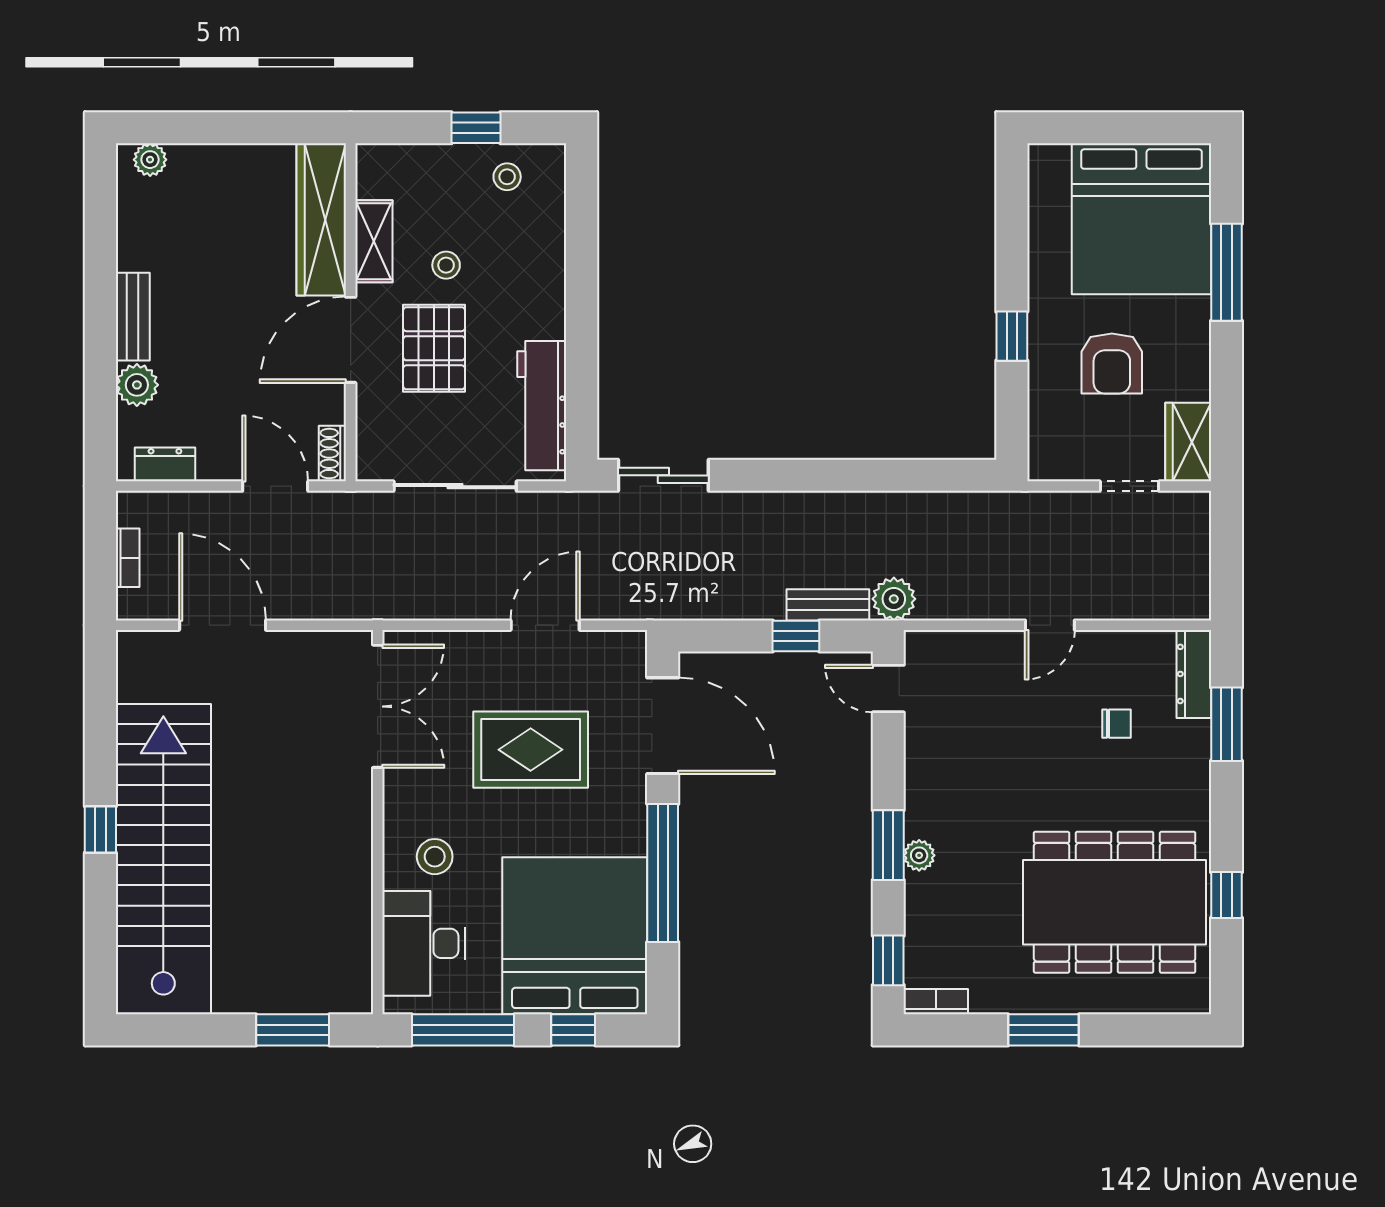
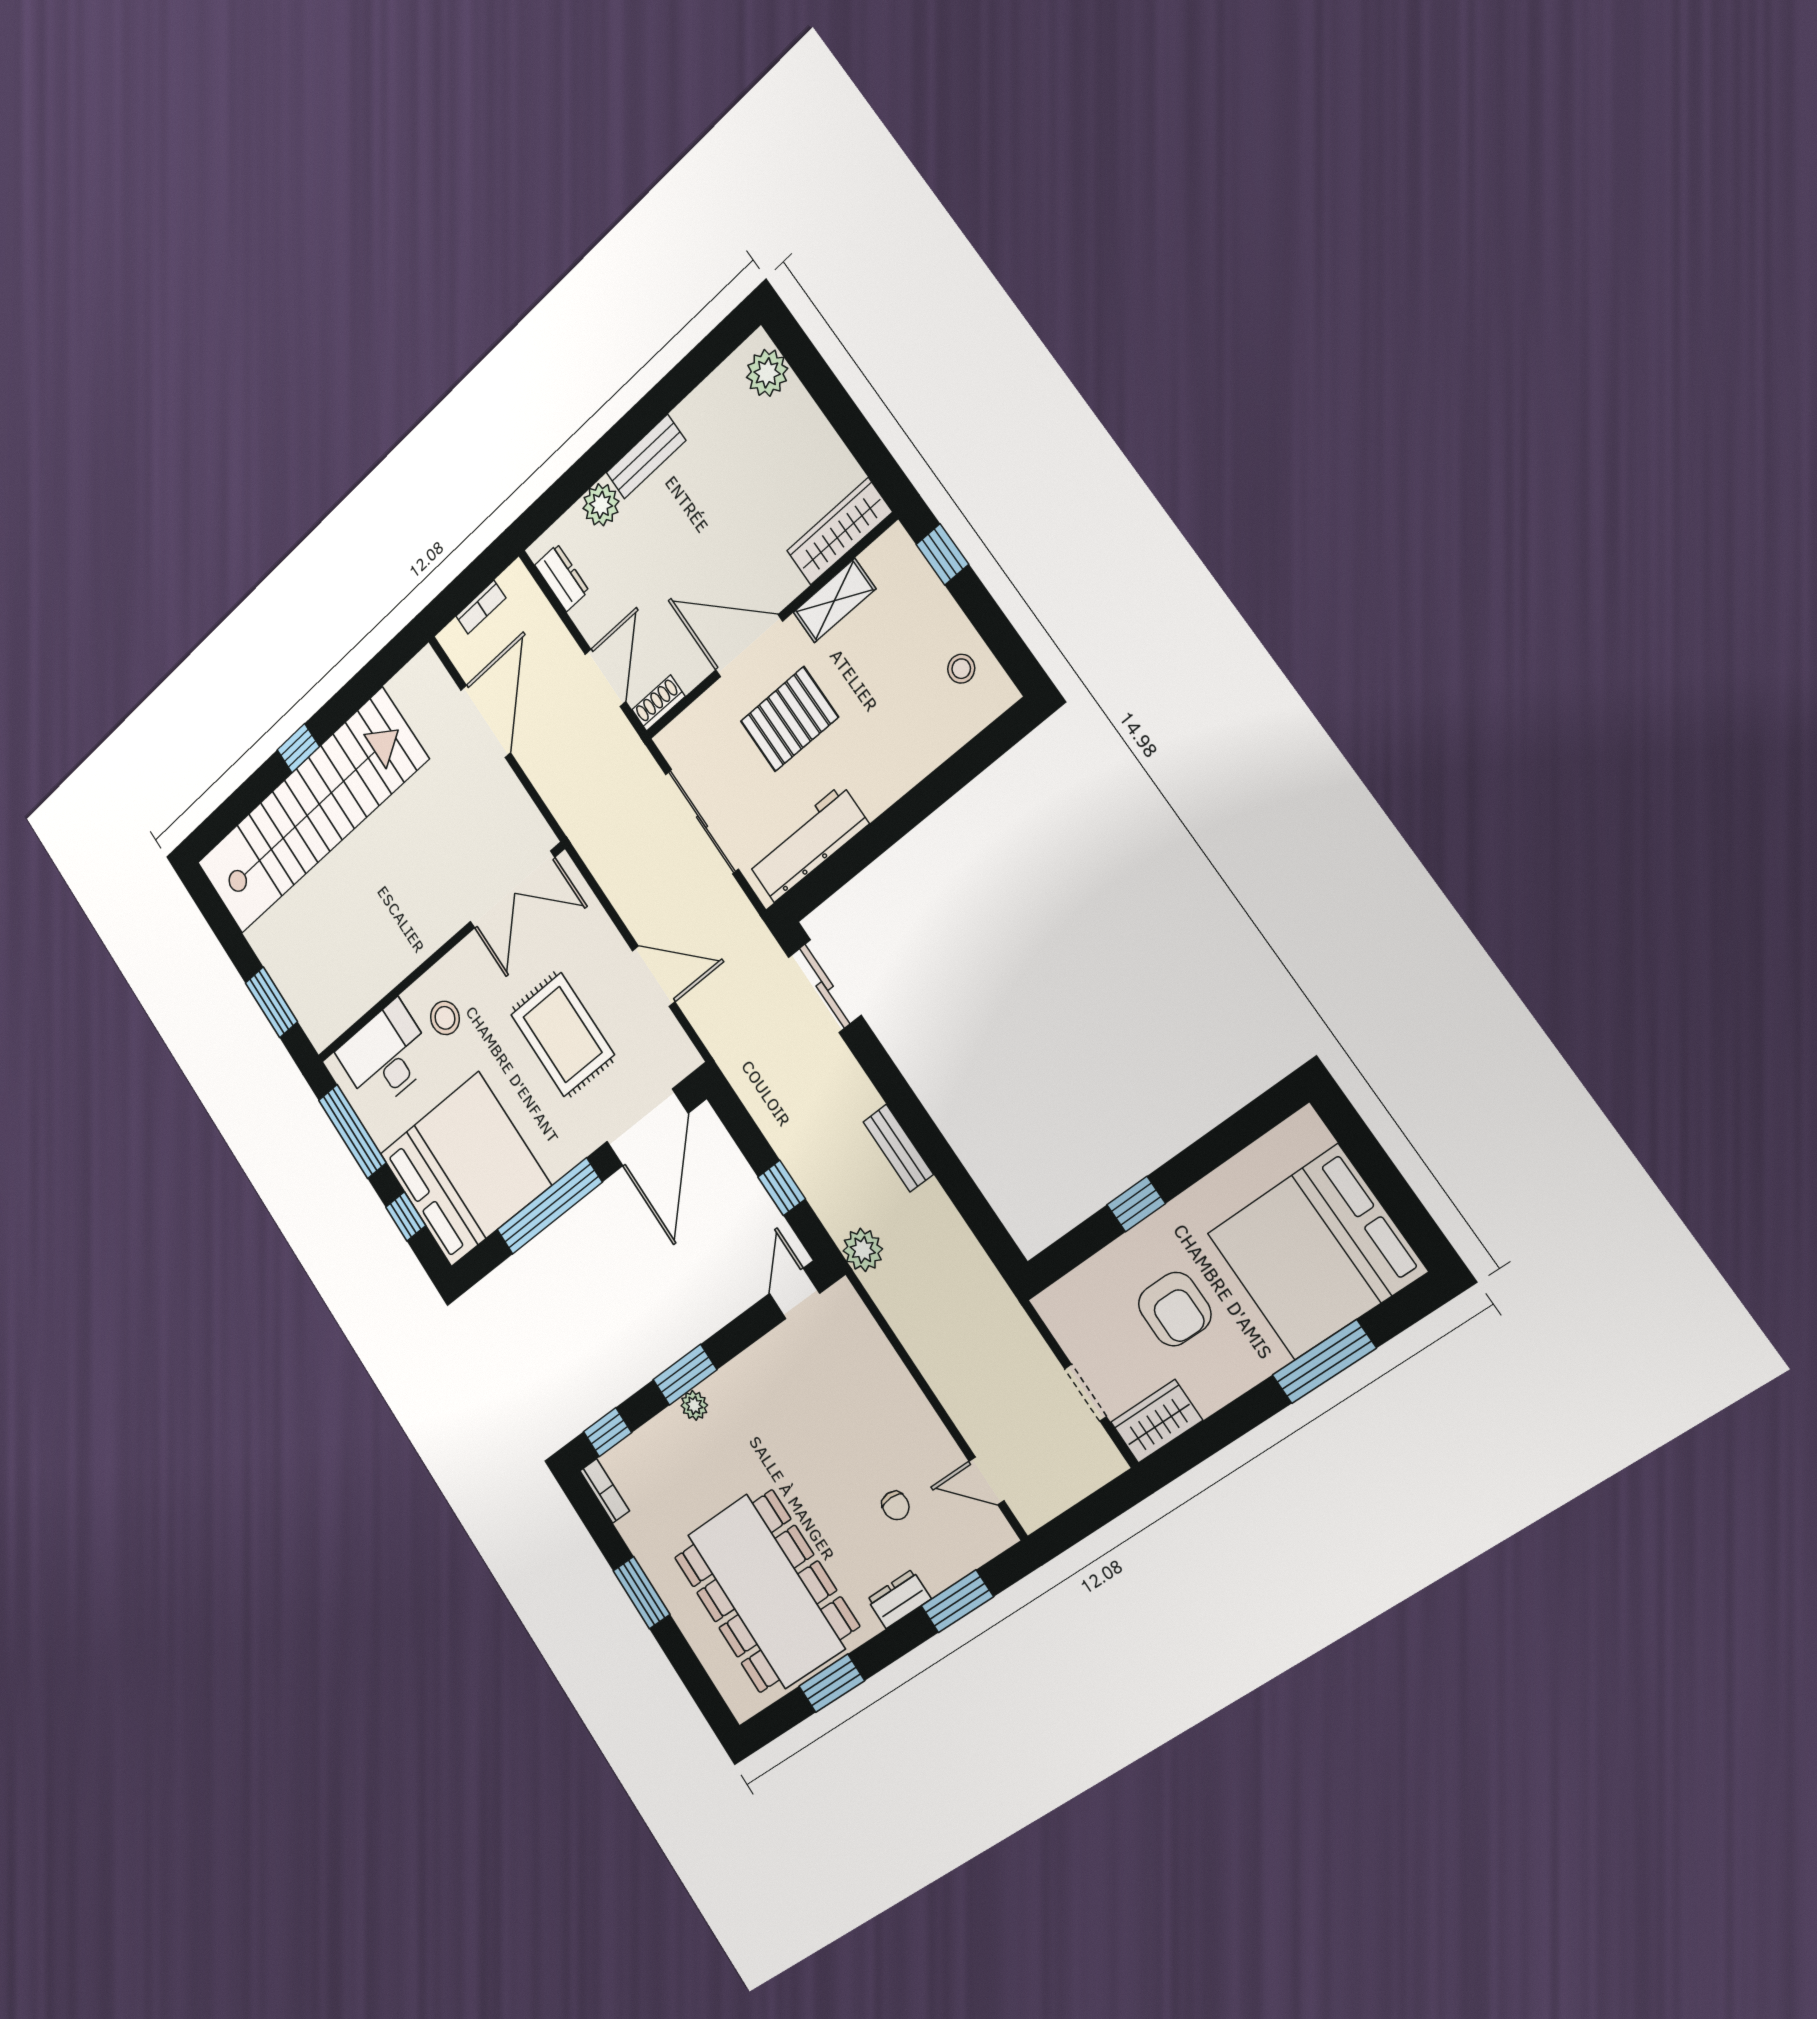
window: (476, 128) -> (942, 554), moved
plant: (150, 160) -> (767, 373), width x1.38, depth x1.38
wardrobe: (321, 219) -> (839, 531), width x0.71, depth x0.85
stool: (446, 265) -> (858, 676), removed
armchair: (1112, 363) -> (1175, 1309), turned -90
bench: (828, 605) -> (898, 1148), moved
door: (1050, 625) -> (986, 1481), moved
dresser: (1194, 674) -> (899, 1599), moved, width x0.70
window: (1227, 895) -> (832, 1683), width x1.50

